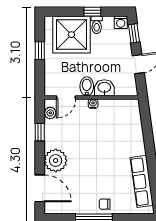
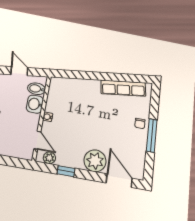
bidet: (87, 86) -> (37, 89), moved
door: (40, 188) -> (119, 181), hinge flipped

